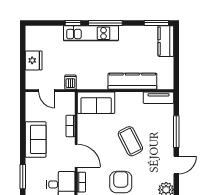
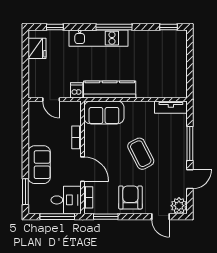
window: (73, 23) -> (55, 27), moved
window: (156, 23) -> (169, 27), width x0.67
kitchen counter: (166, 41) -> (179, 46), removed
fridge: (34, 60) -> (37, 48), moved
kitchen counter: (132, 81) -> (110, 89), moved
sofa: (36, 139) -> (39, 165), moved

